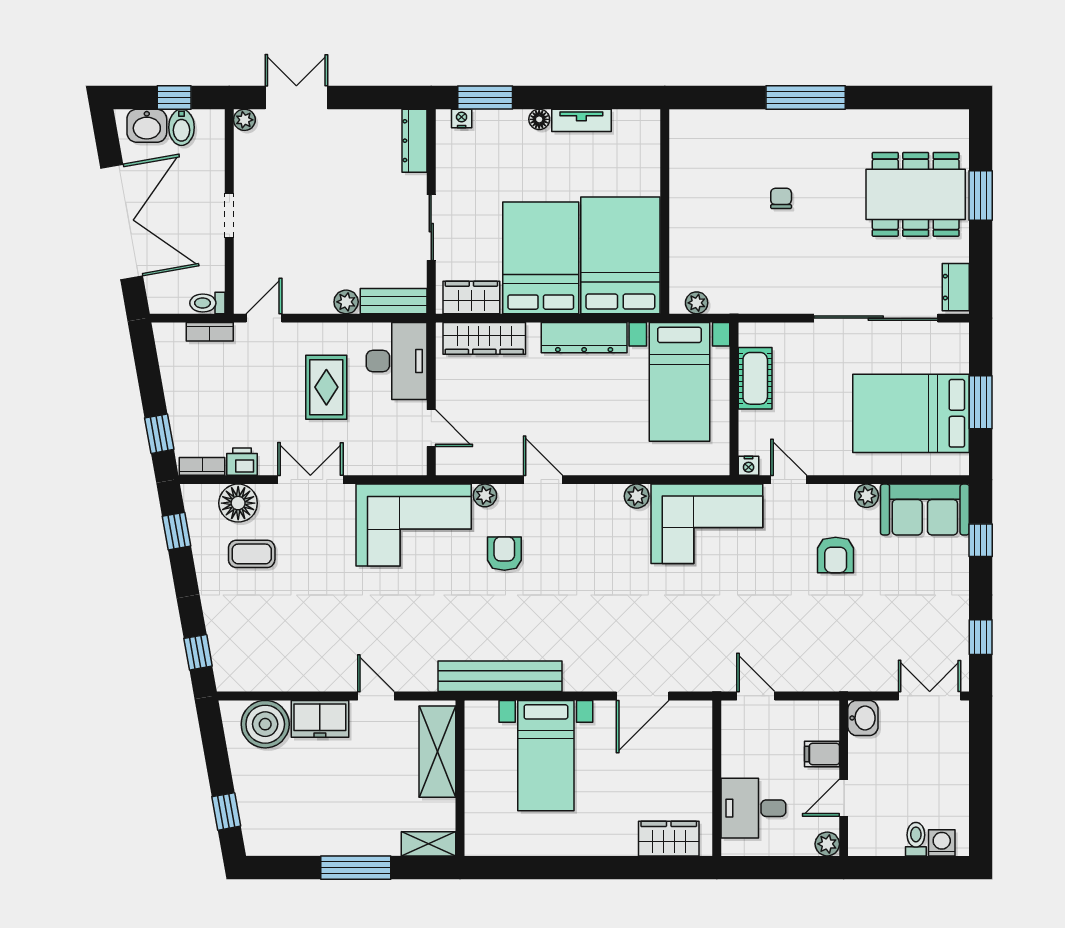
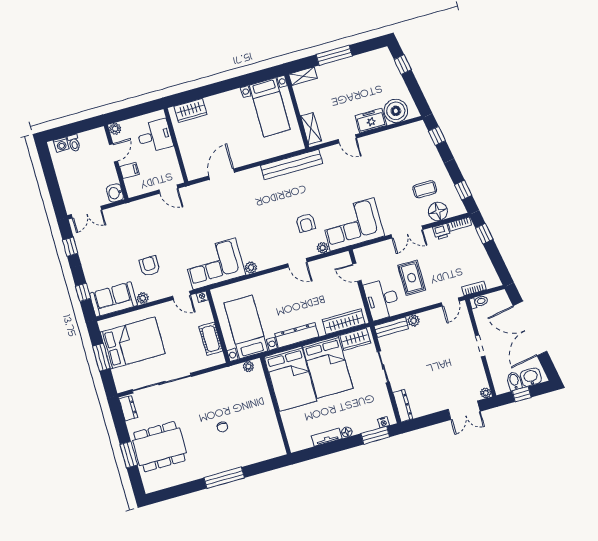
shelving: (437, 752) -> (311, 128), width x0.67, depth x0.75
bed with nightstands: (546, 756) -> (270, 107), moved, turned 180

